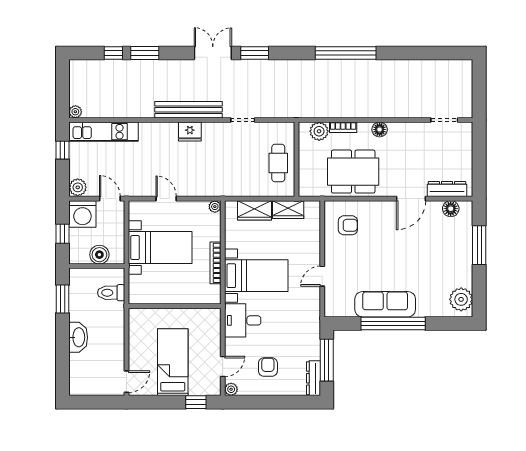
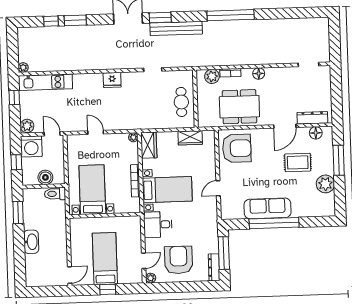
bench: (189, 110) -> (176, 28), moved
wardrobe: (255, 210) -> (149, 145), moved, turned -90
armchair: (348, 225) -> (237, 148), width x1.88, depth x1.88
rug: (426, 246) -> (298, 162), added
bed with nightstands: (160, 248) -> (92, 190), moved, turned -90
toilet: (111, 293) -> (55, 194), moved
plant: (461, 299) -> (325, 184), moved
armchair: (268, 367) -> (179, 260), width x1.88, depth x1.88
window: (196, 402) -> (108, 289), moved

